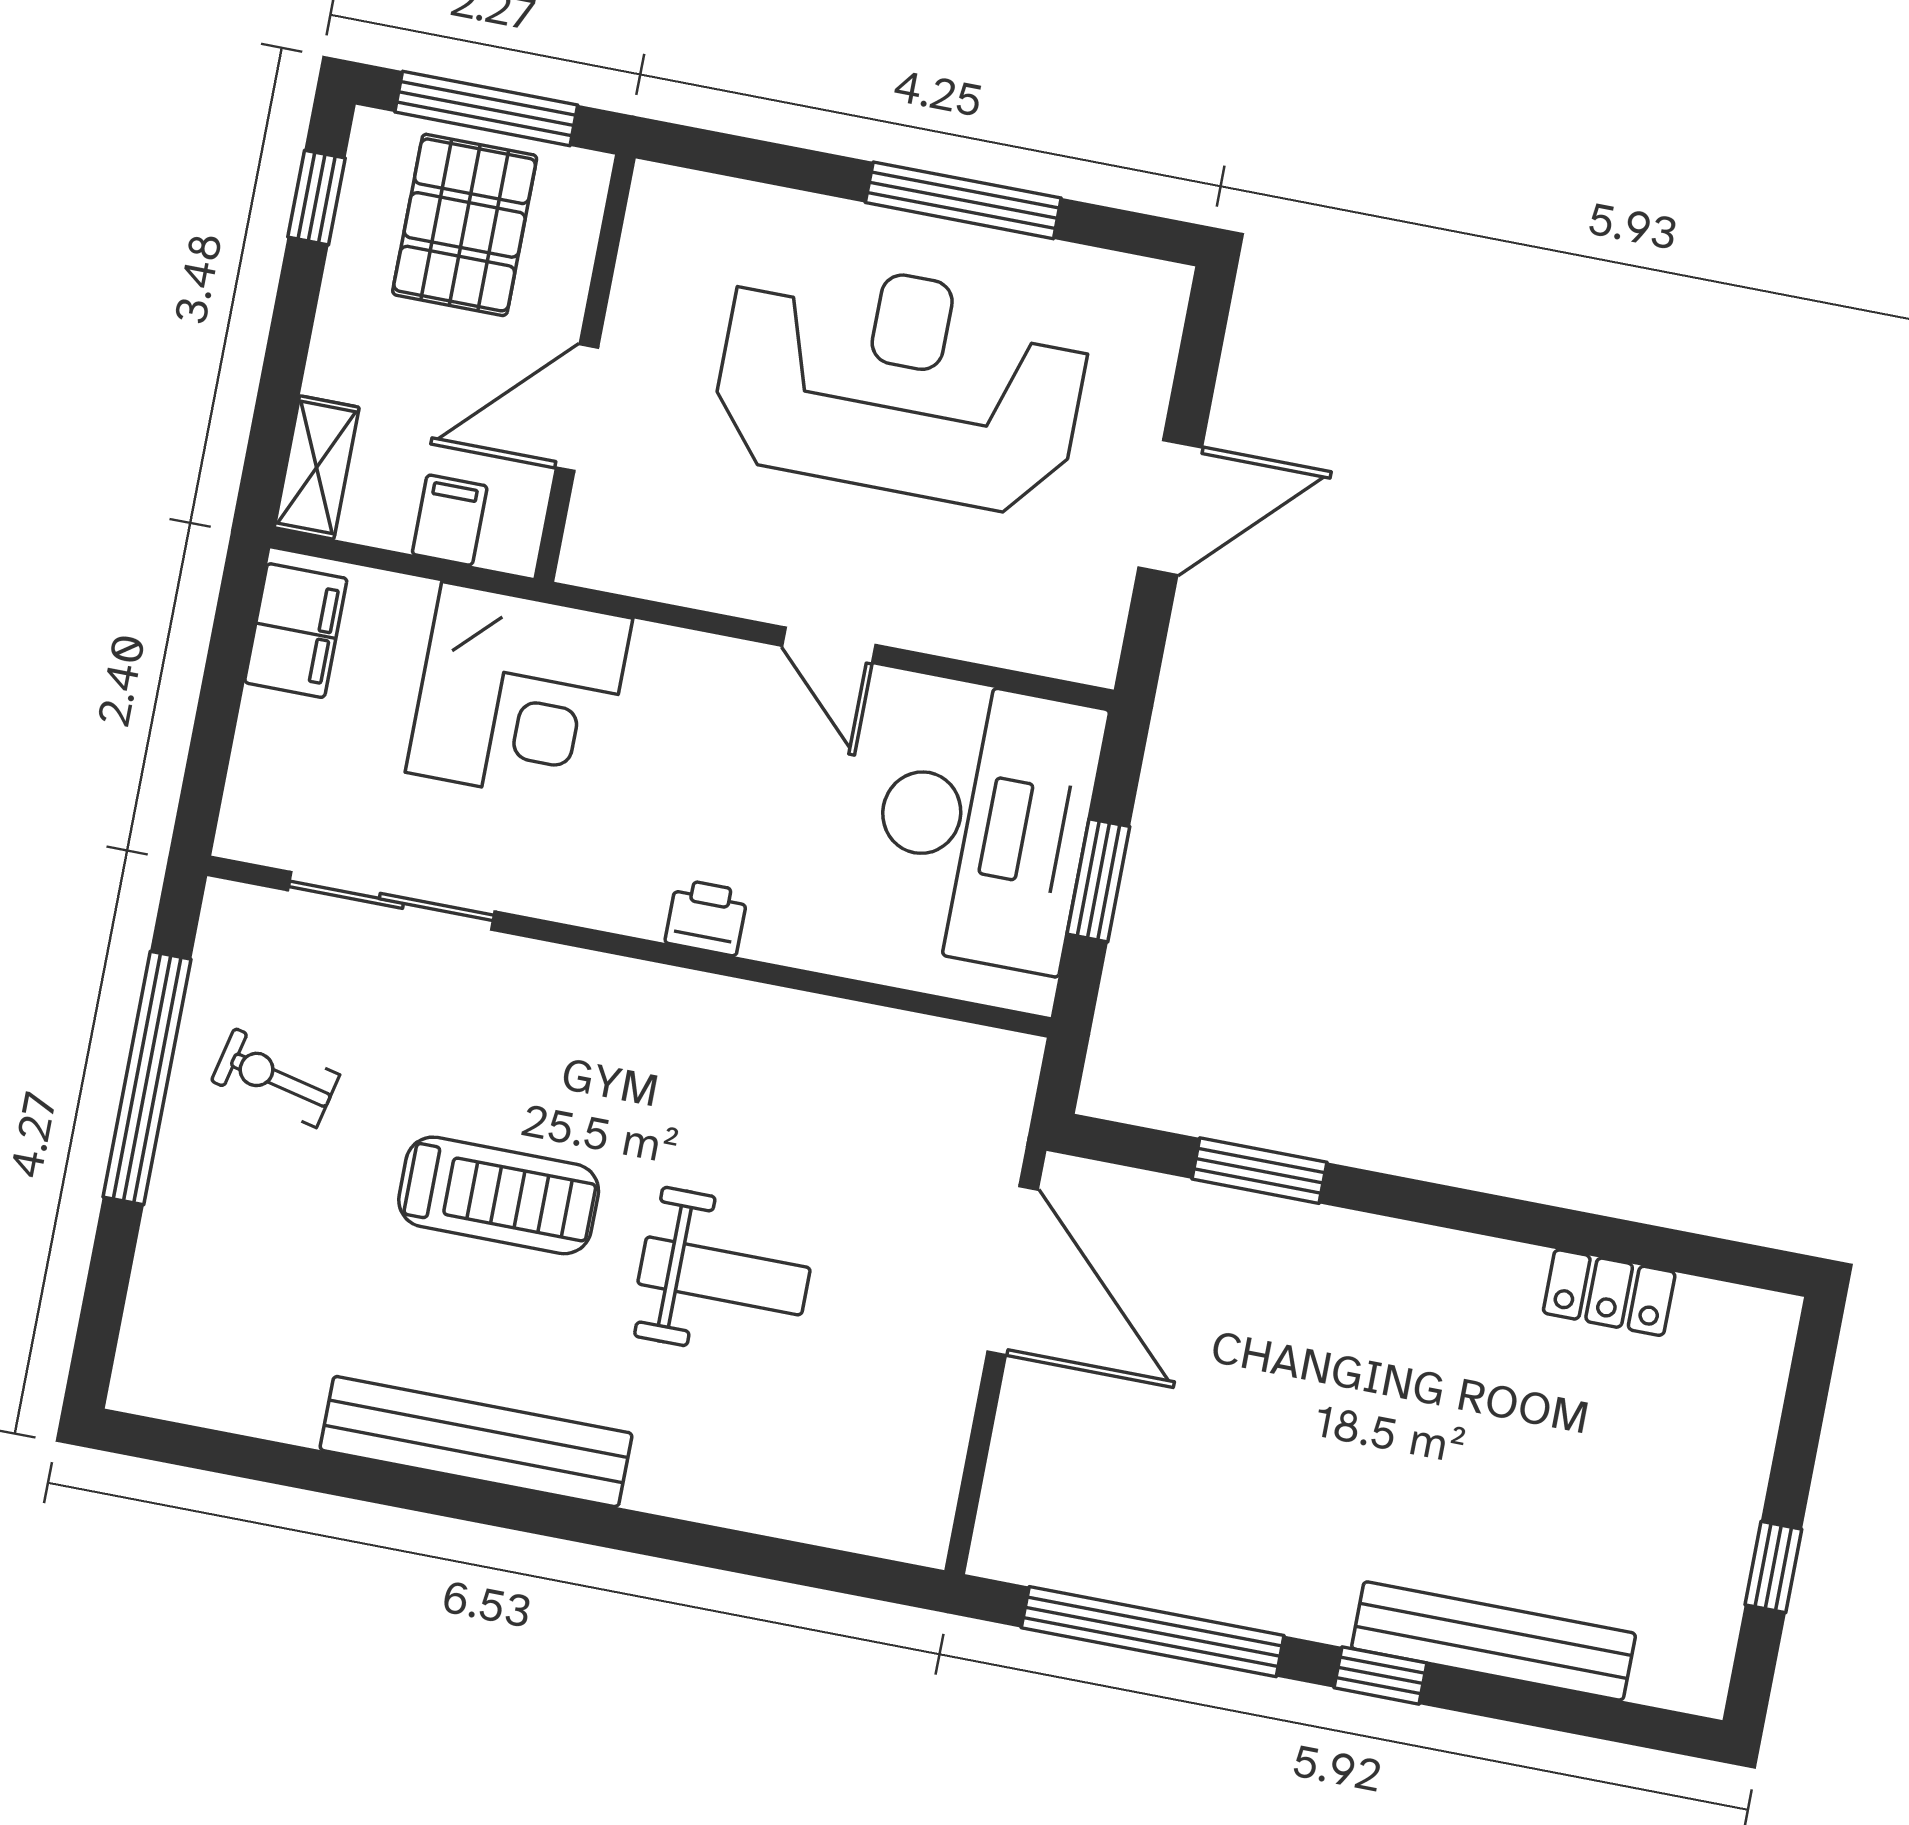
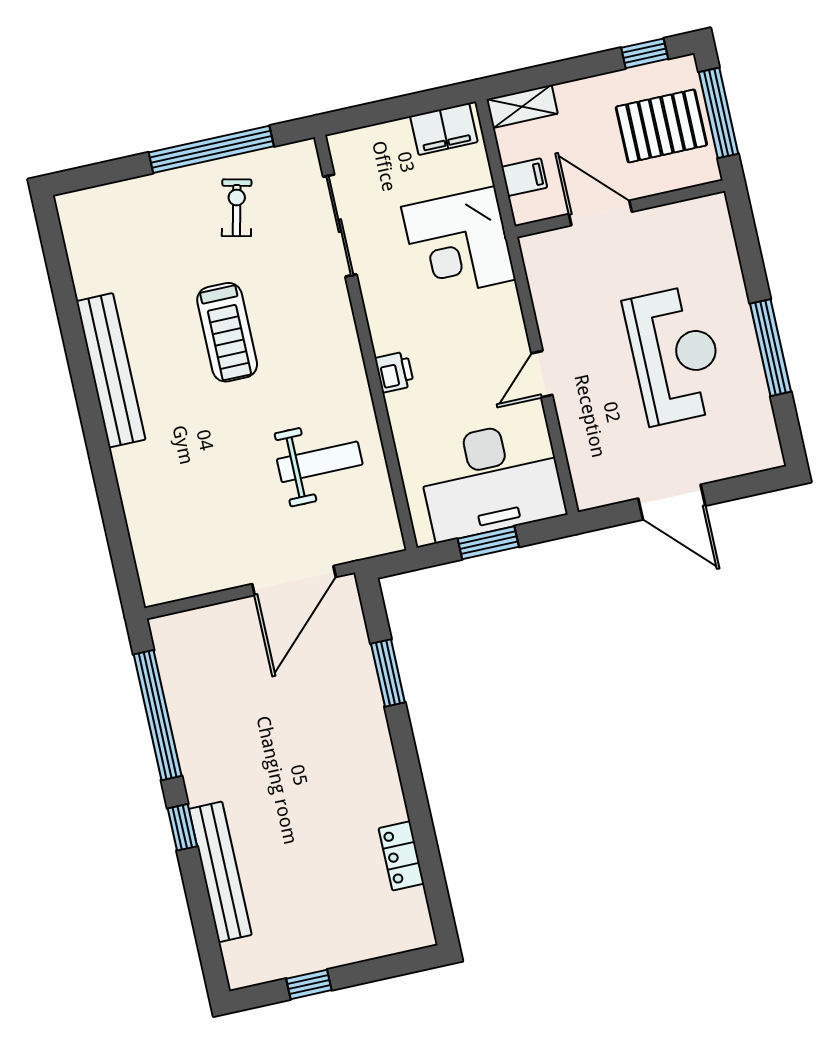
reception desk: (900, 383) -> (675, 355), width x0.74, depth x0.77
weight bench: (724, 1276) -> (320, 462), moved, turned -90

